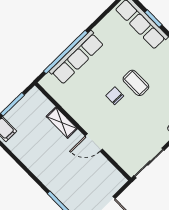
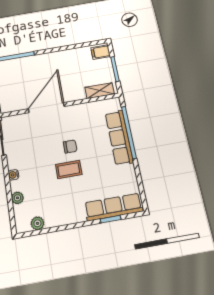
shelving: (62, 123) -> (100, 91), moved
door: (94, 143) -> (46, 108), width x1.88

